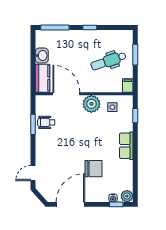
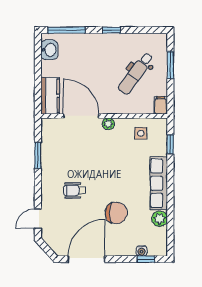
washbasin: (42, 55) -> (49, 50), moved
dental chair: (108, 61) -> (136, 73), turned -35
plant: (91, 104) -> (108, 124), width x0.53, depth x0.53
wheelchair: (46, 122) -> (75, 190), moved
row of seats: (126, 146) -> (159, 183), width x1.48
plant: (127, 196) -> (160, 219), moved

